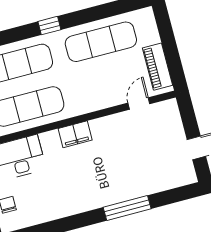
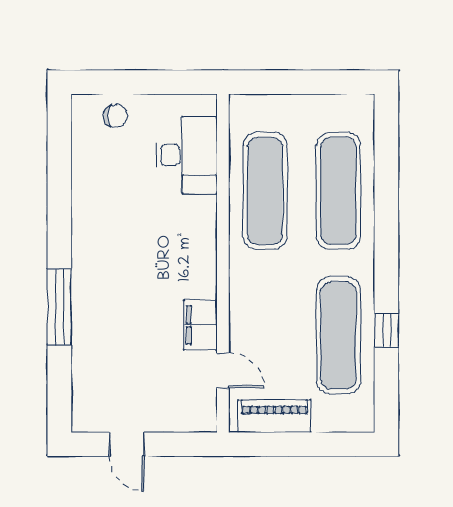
window: (49, 26) -> (386, 330), moved
filing cabinet: (75, 134) -> (200, 325), moved

